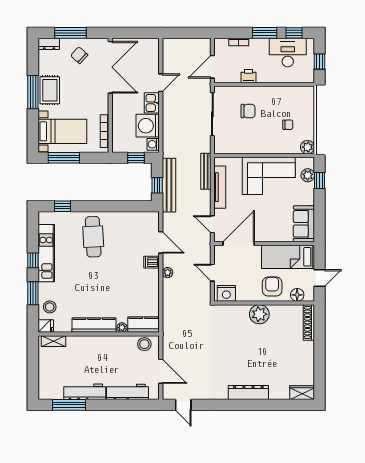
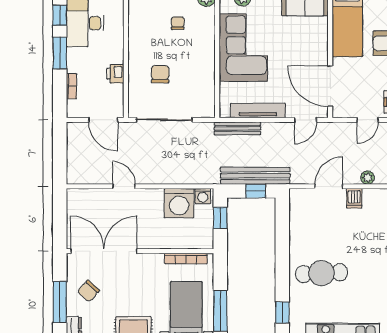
kitchen sink: (152, 103) -> (150, 198), removed

